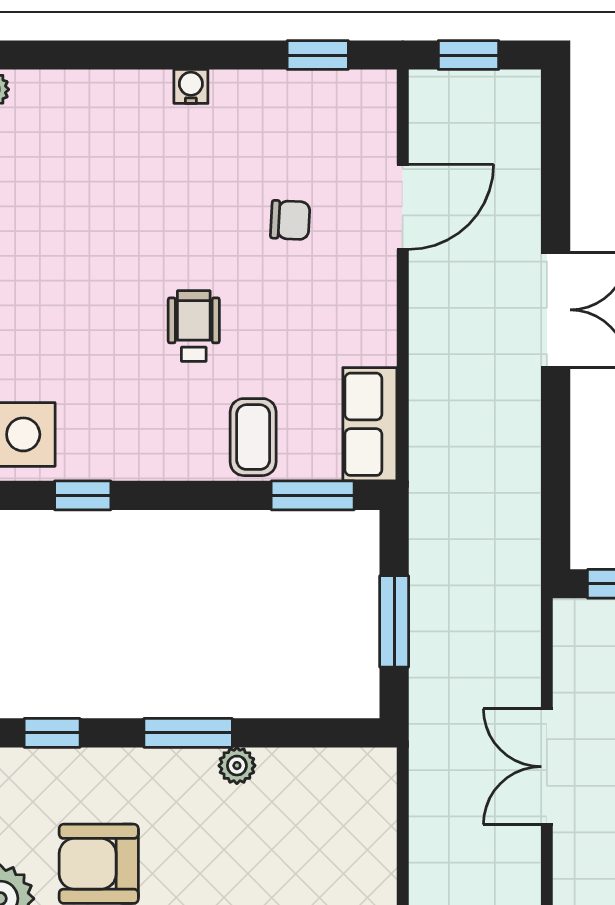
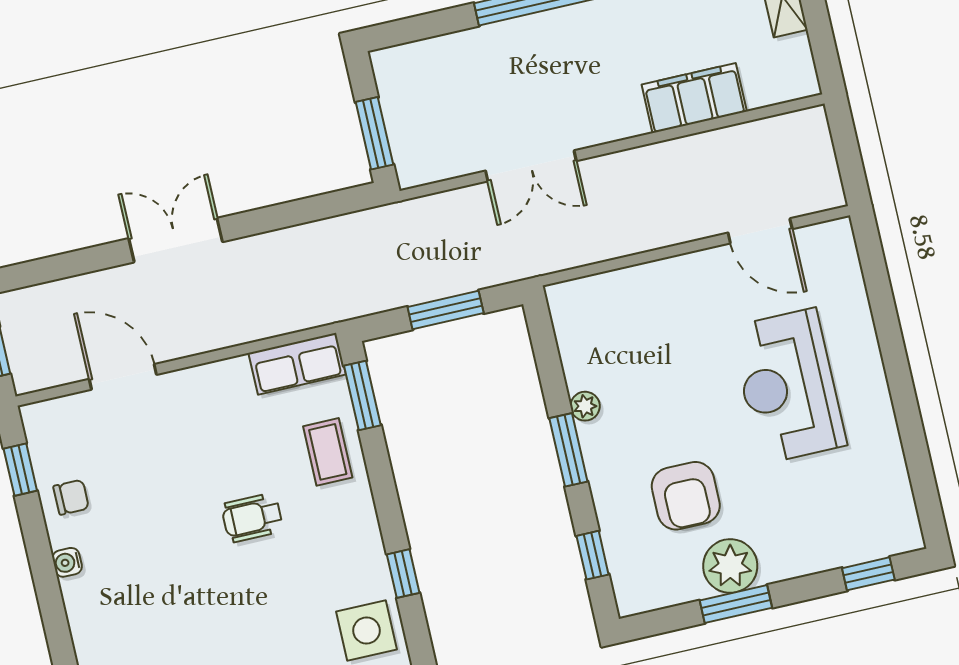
chair: (290, 220) -> (71, 497), moved, turned 87
coffee table: (253, 437) -> (328, 452), turned 90

